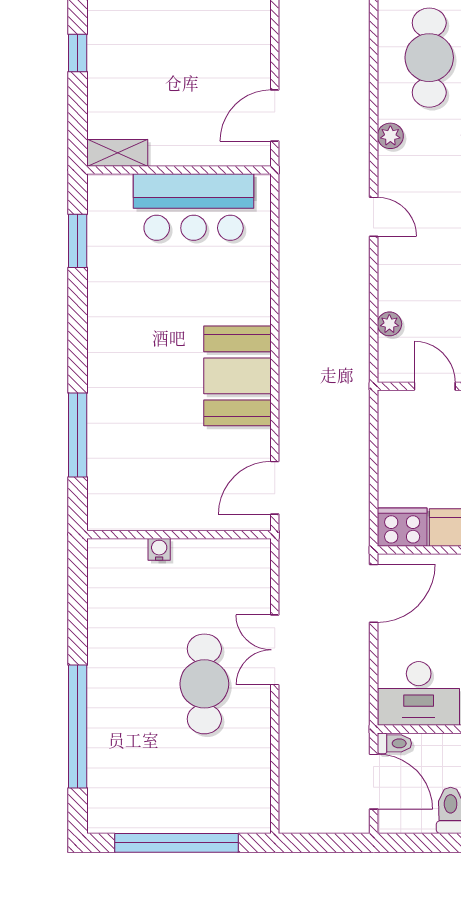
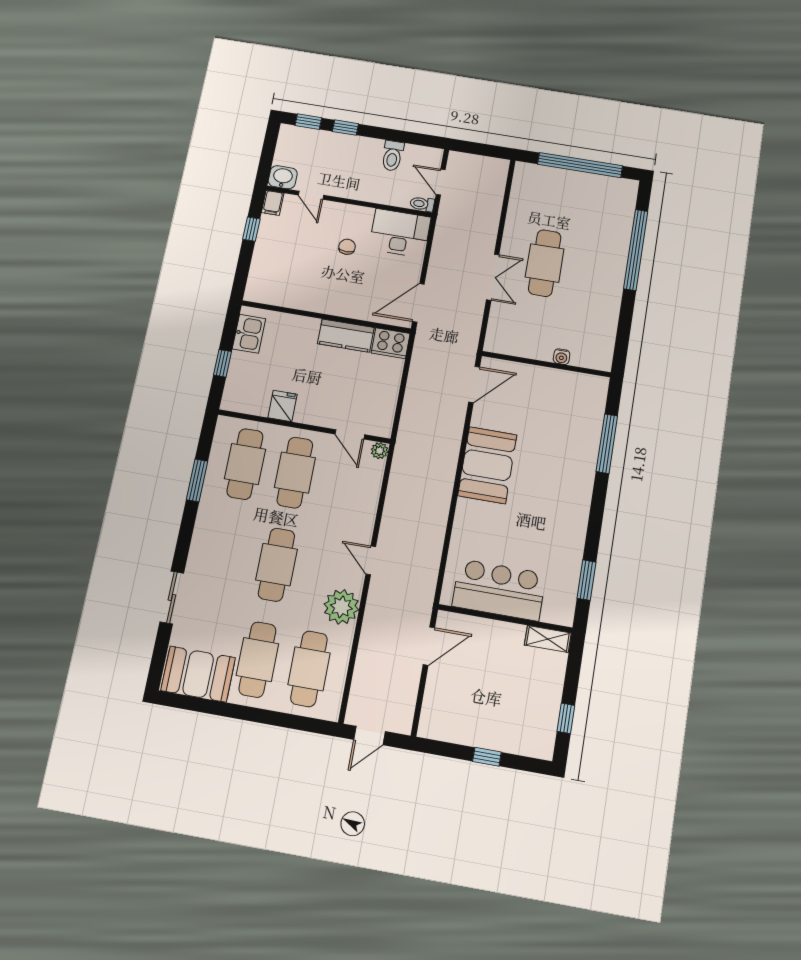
plant: (390, 136) -> (341, 607), width x1.88, depth x1.88
plant: (389, 324) -> (380, 451), moved
door: (374, 782) -> (441, 182), width x0.73

